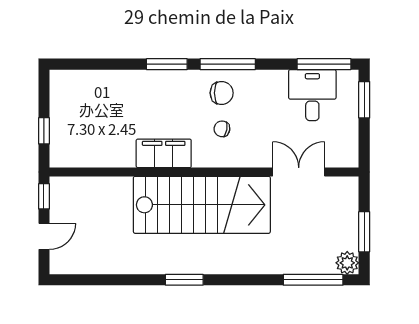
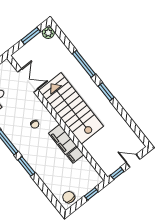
chair: (222, 93) -> (69, 197), moved
filing cabinet: (124, 154) -> (75, 155), added
double door: (299, 172) -> (28, 80), swing flipped
window: (313, 280) -> (84, 64), moved

